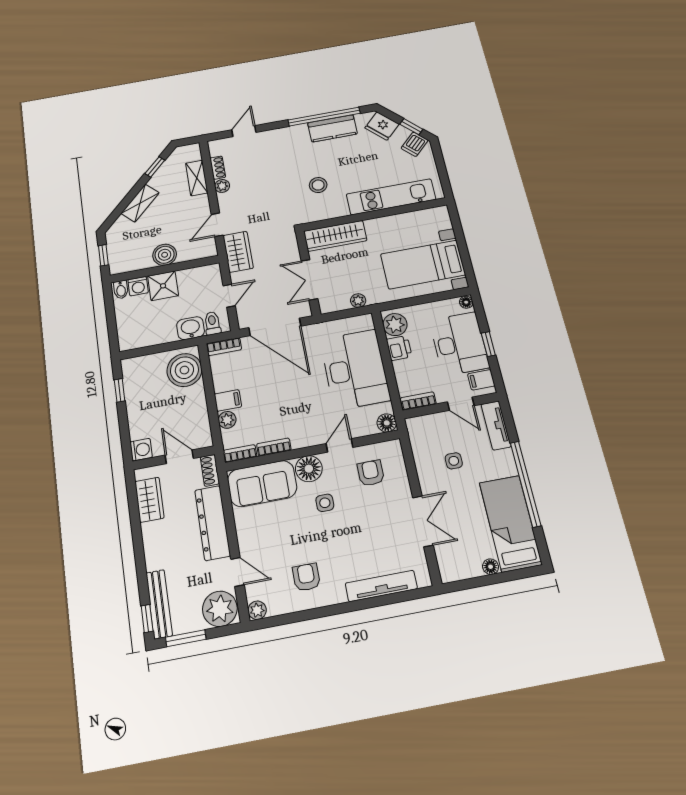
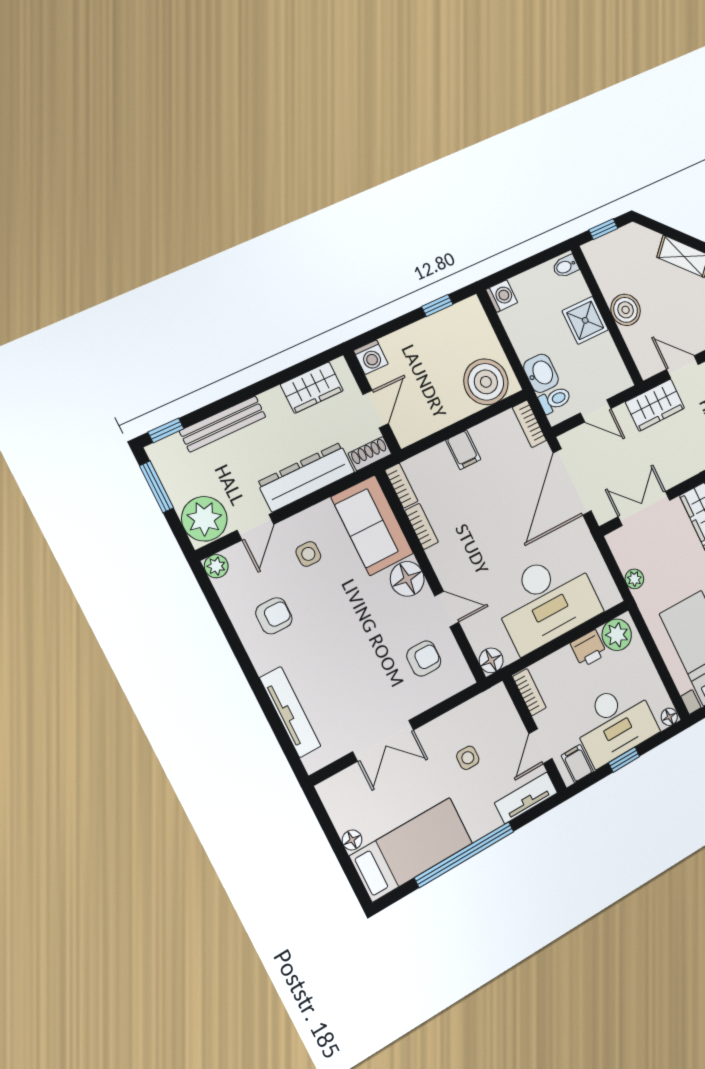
washing machine: (138, 286) -> (502, 296), moved, turned 180
plant: (227, 420) -> (439, 456), removed
side table: (325, 503) -> (308, 554), moved
bench: (159, 604) -> (223, 424), moved

